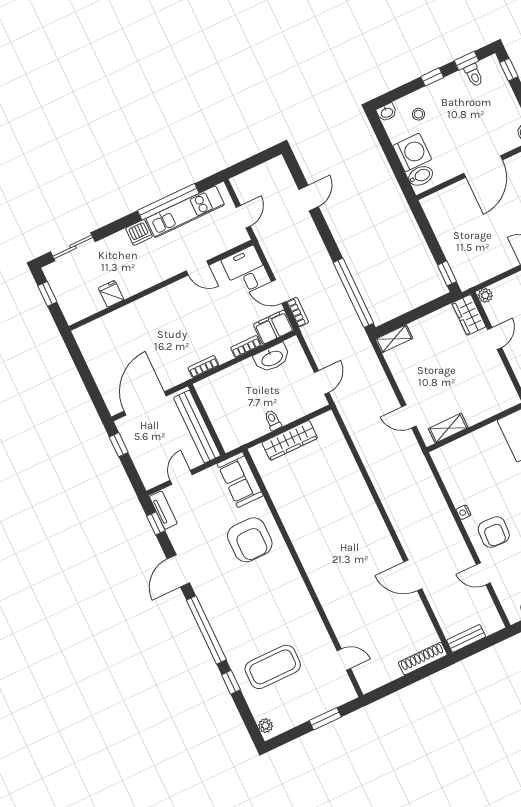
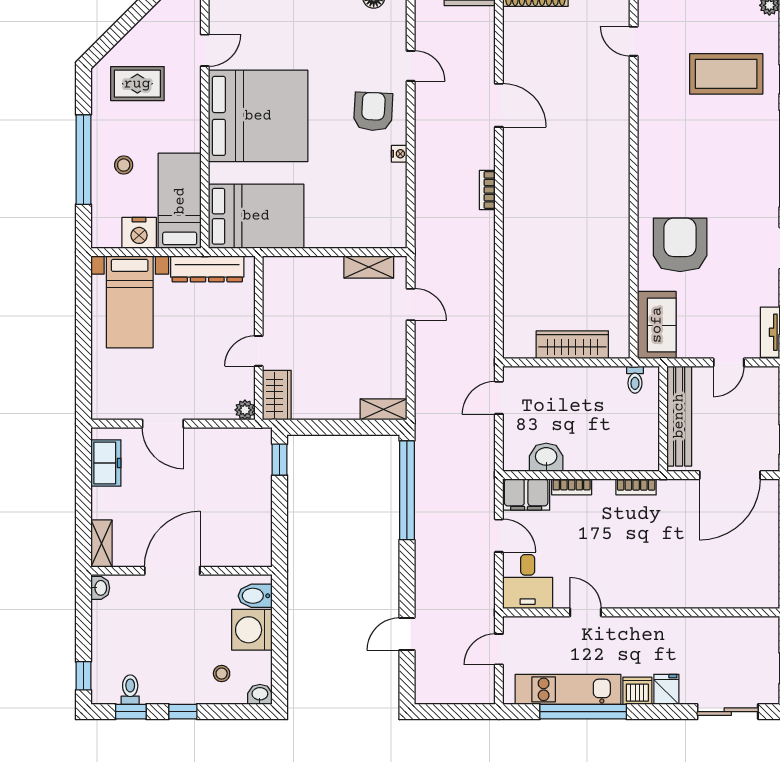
fridge: (111, 294) -> (666, 689), moved, turned 180
bookcase: (298, 312) -> (487, 190), moved
washbasin: (272, 358) -> (546, 457), width x0.72
toilet: (273, 420) -> (635, 380), moved

